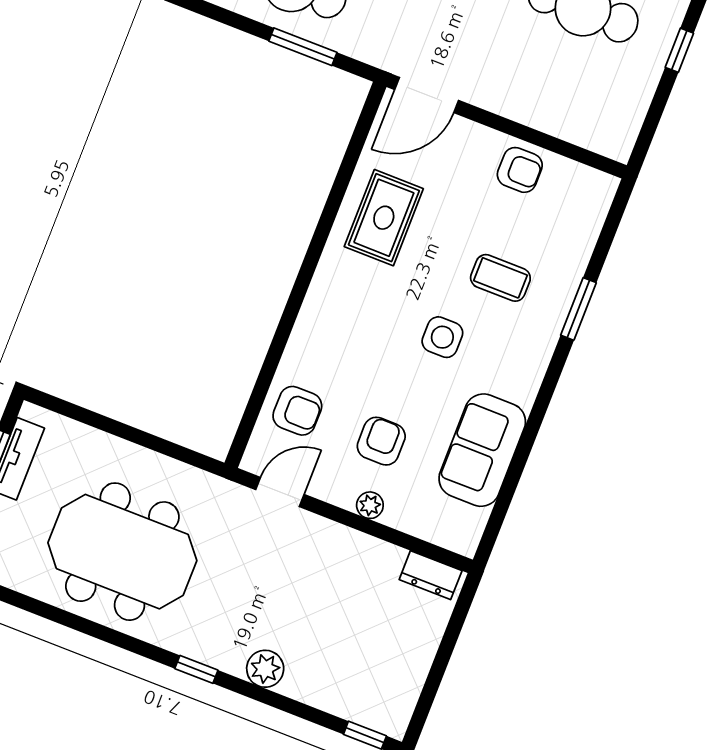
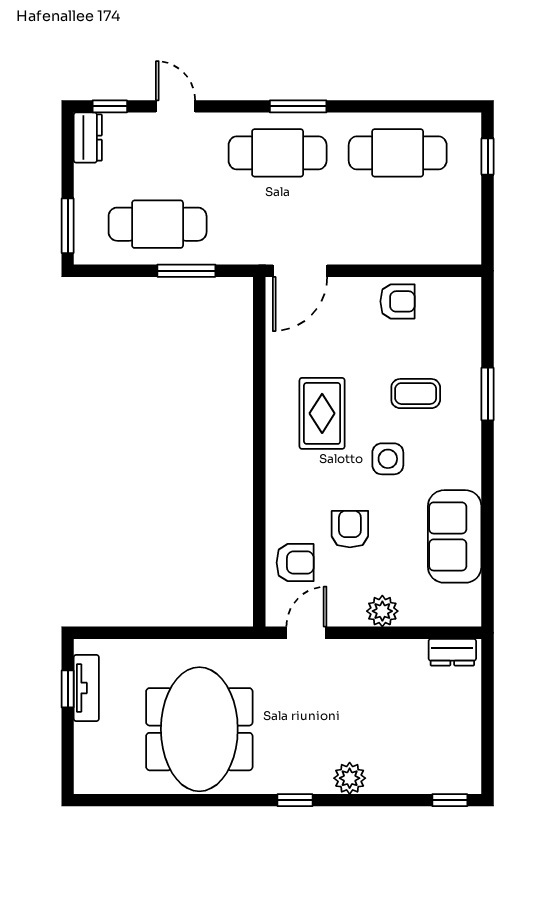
rug: (384, 218) -> (322, 413), moved
armchair: (381, 441) -> (350, 529), moved
plant: (370, 505) -> (382, 611), width x1.38, depth x1.38
meeting table: (122, 552) -> (199, 729), turned 90

